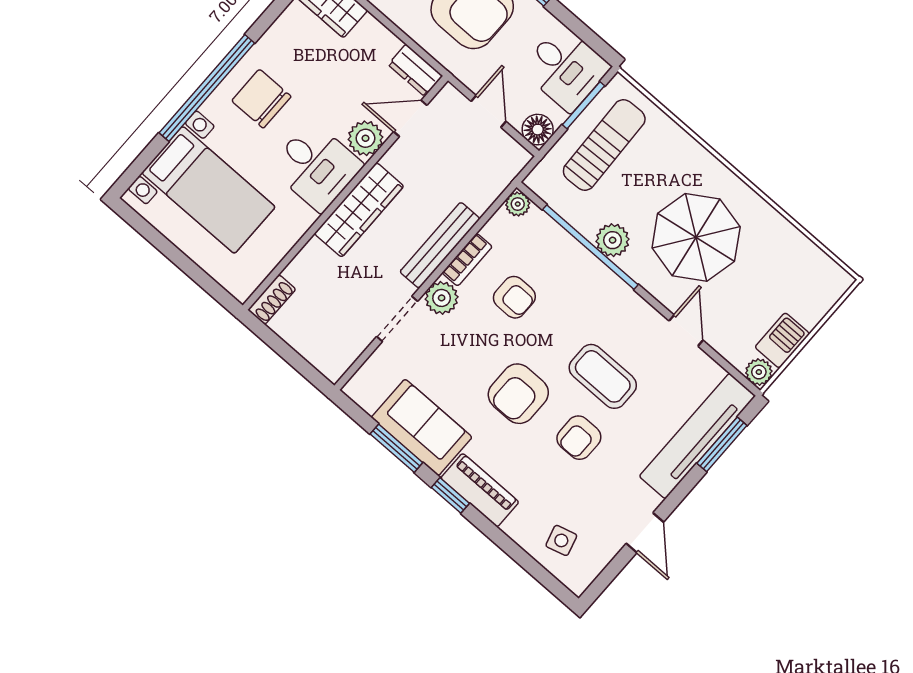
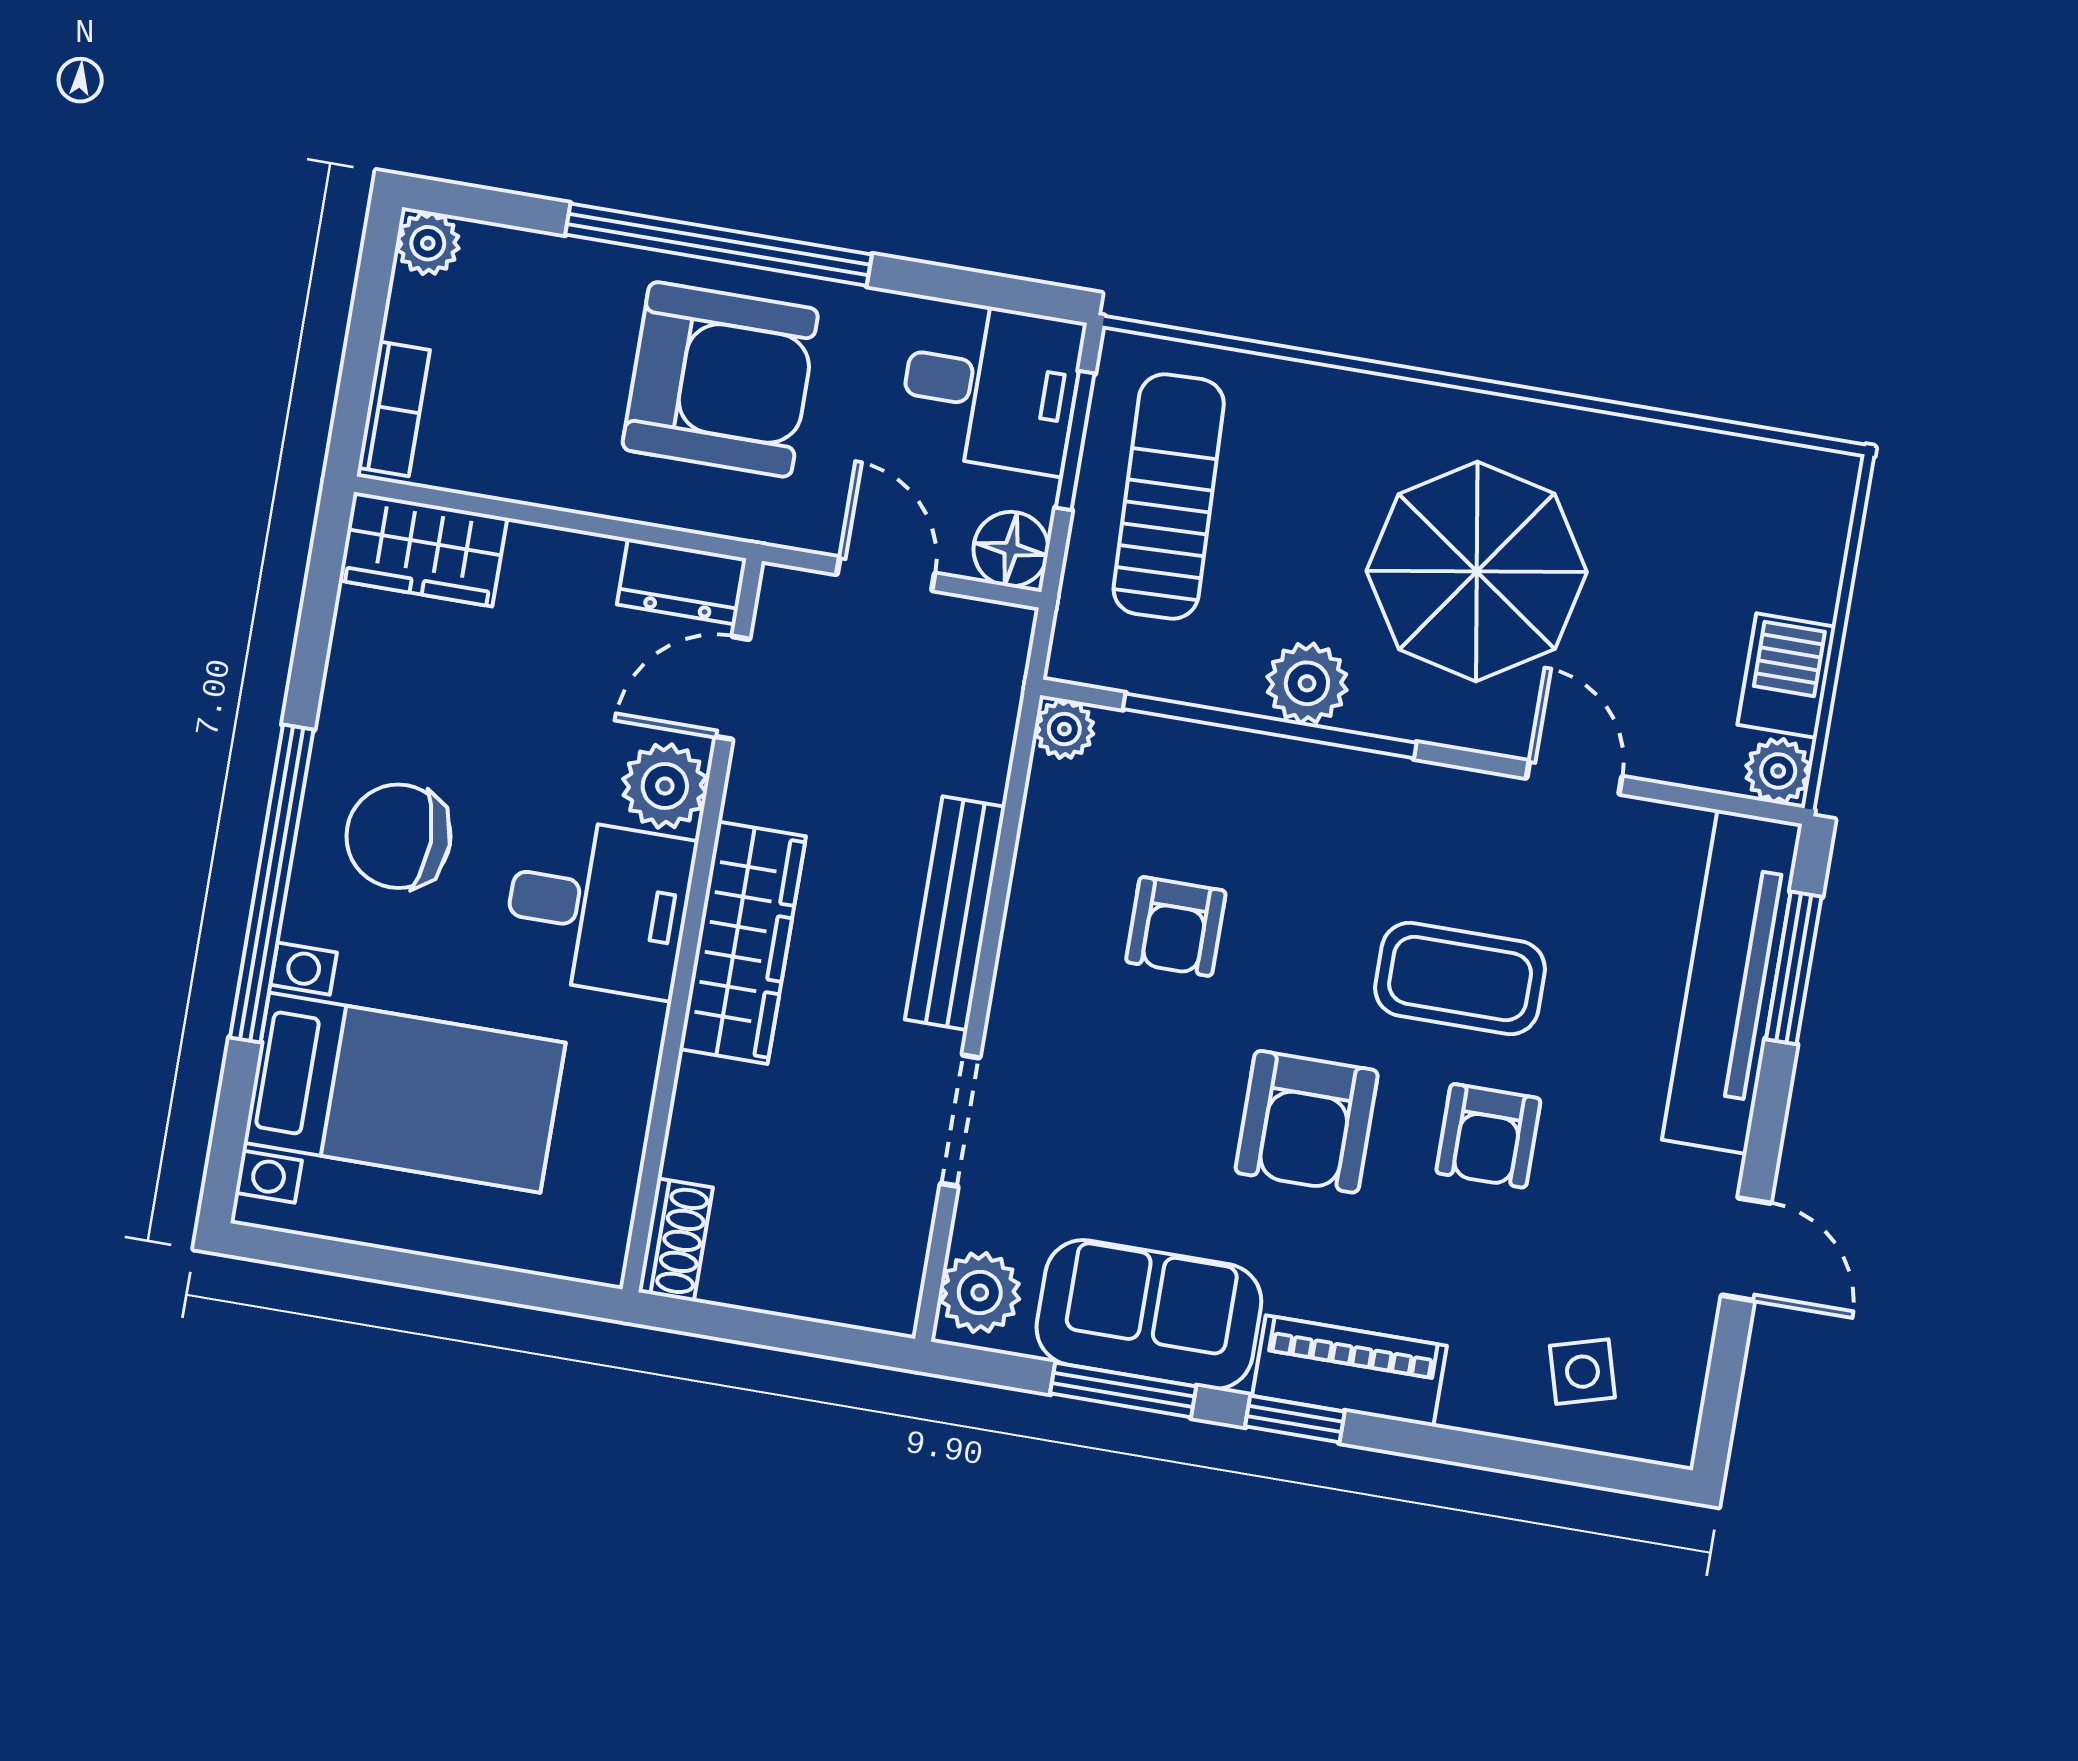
bookcase: (467, 260) -> (1030, 909), removed
armchair: (514, 297) -> (1176, 926), turned 90
plant: (442, 298) -> (980, 1293), moved

